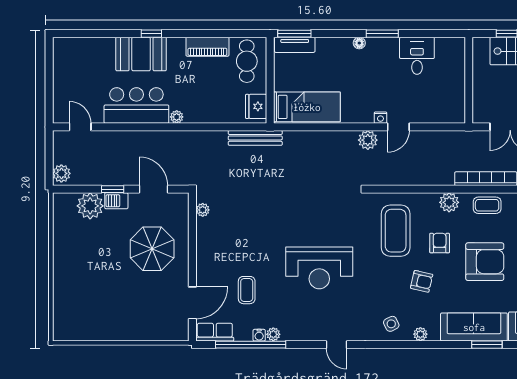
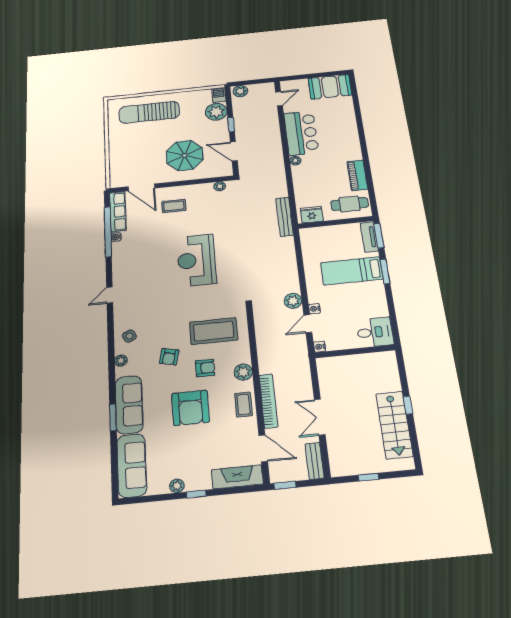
window: (151, 34) -> (362, 137), removed
window: (382, 34) -> (385, 271), moved
floor lamp: (359, 43) -> (379, 285), removed
booth: (141, 54) -> (330, 87), moved, turned 90
wall: (469, 80) -> (355, 351), moved
bed: (307, 107) -> (352, 271), moved, turned 90
nightstand: (428, 117) -> (319, 347), added
door: (398, 127) -> (308, 324), hinge flipped
door: (153, 189) -> (234, 151), swing flipped
barbecue: (116, 201) -> (219, 95), moved
reception desk: (319, 268) -> (196, 260), moved
sun lounger: (80, 289) -> (149, 112), added
coffee table: (247, 290) -> (174, 206), moved
row of seats: (215, 332) -> (118, 212), width x1.48
plant: (273, 334) -> (117, 247), removed

